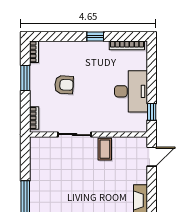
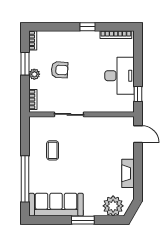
plant: (36, 90) -> (34, 74), added
coffee table: (105, 149) -> (53, 150), moved
door: (152, 157) -> (138, 134), hinge flipped

